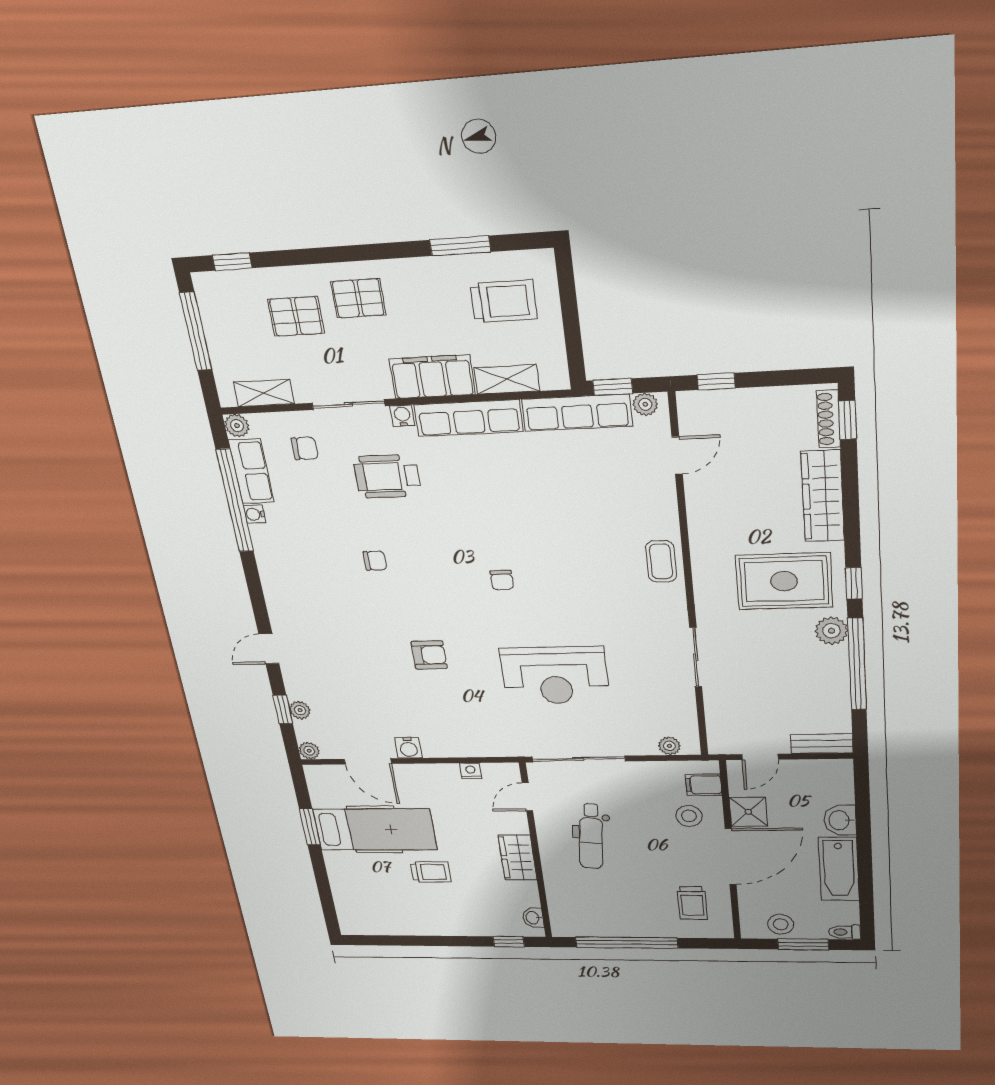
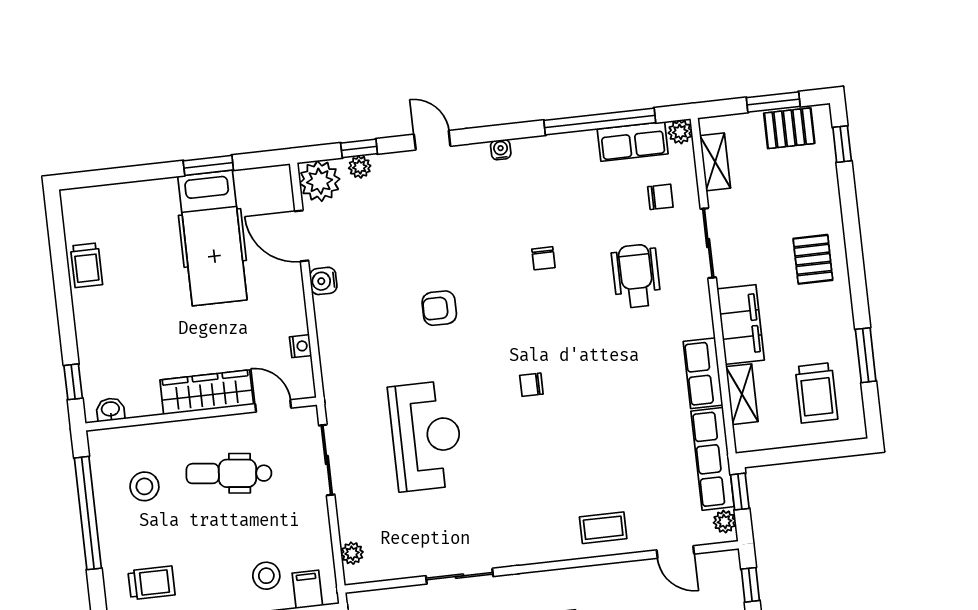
pallet: (296, 316) -> (789, 128), moved, turned 90
window: (196, 331) -> (773, 102), width x0.69
water cooler: (402, 416) -> (700, 294), removed
row of seats: (469, 418) -> (703, 373), width x0.68
chair: (305, 448) -> (660, 197), turned -90
water cooler: (255, 514) -> (501, 150), moved
coffee table: (661, 561) -> (603, 528), moved
armchair: (429, 655) -> (439, 308), turned 90
reception desk: (555, 675) -> (426, 436), turned 180
plant: (309, 751) -> (320, 181), width x1.88, depth x1.88
sliding door: (578, 759) -> (327, 460), width x0.73
door: (368, 761) -> (302, 236), hinge flipped
wardrobe: (518, 858) -> (207, 392), width x1.50
trolley: (431, 872) -> (86, 265), moved
stool: (603, 900) -> (144, 486), added
trolley: (692, 903) -> (151, 583), turned 180

